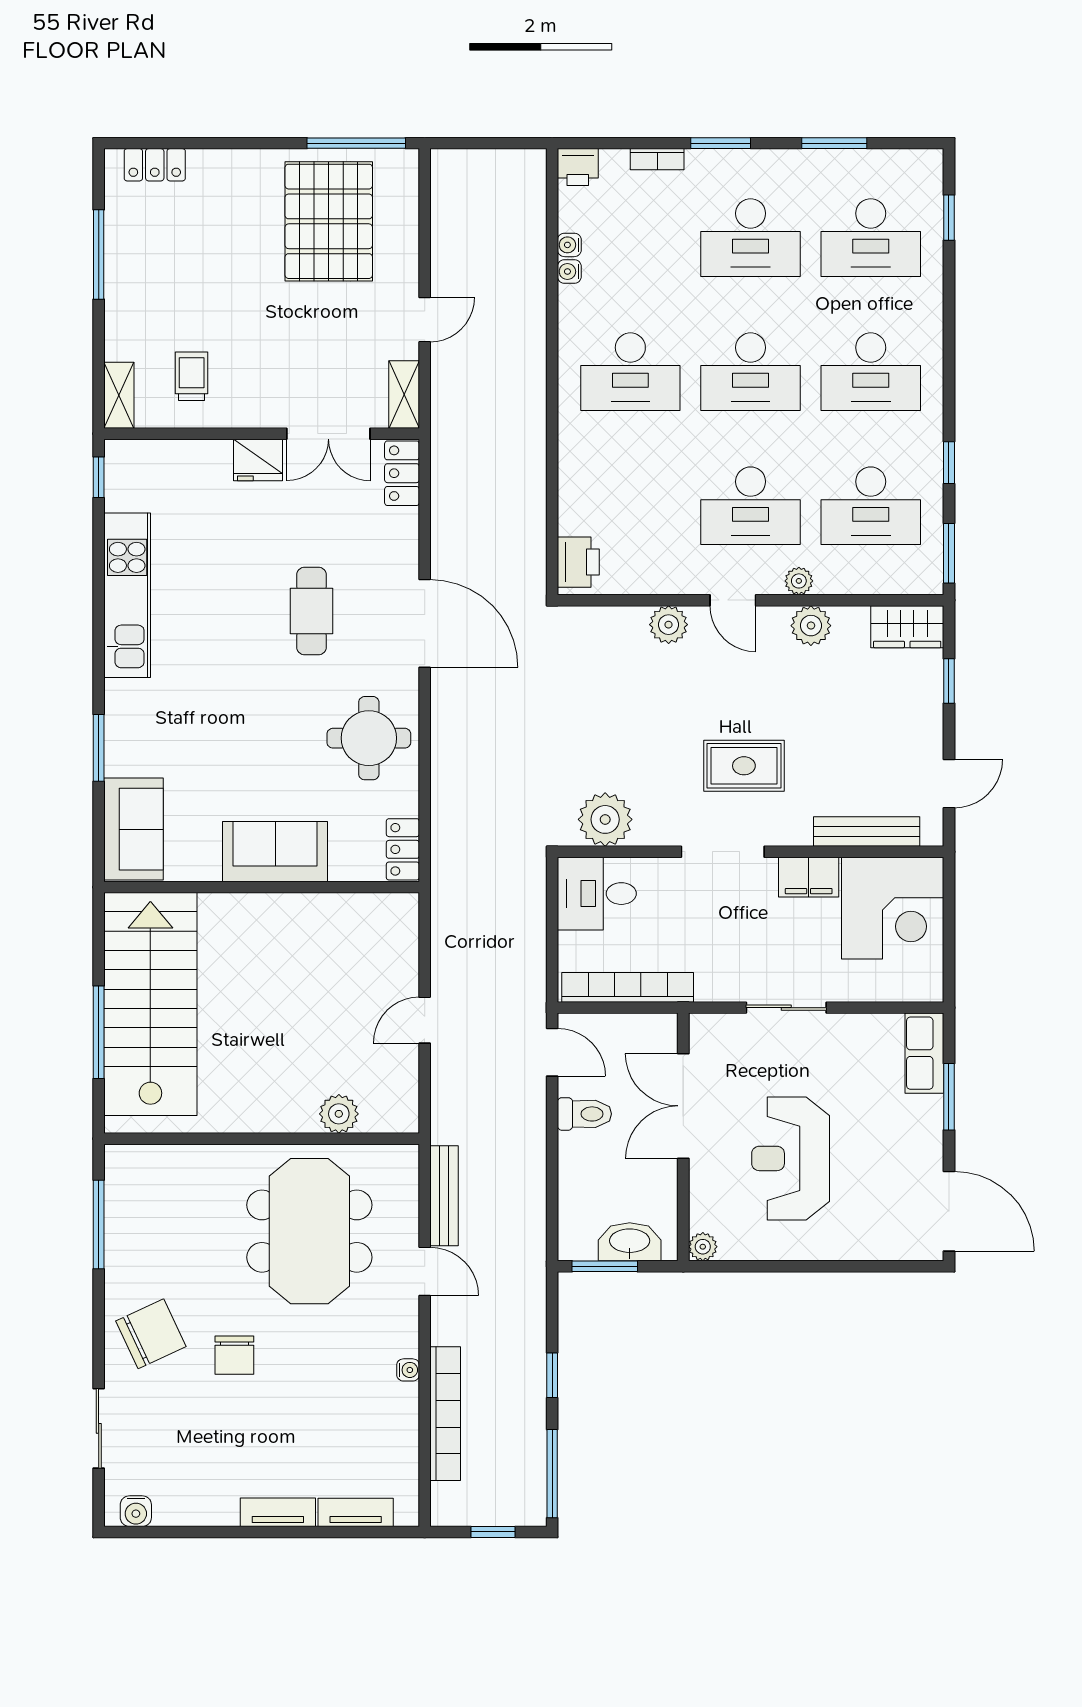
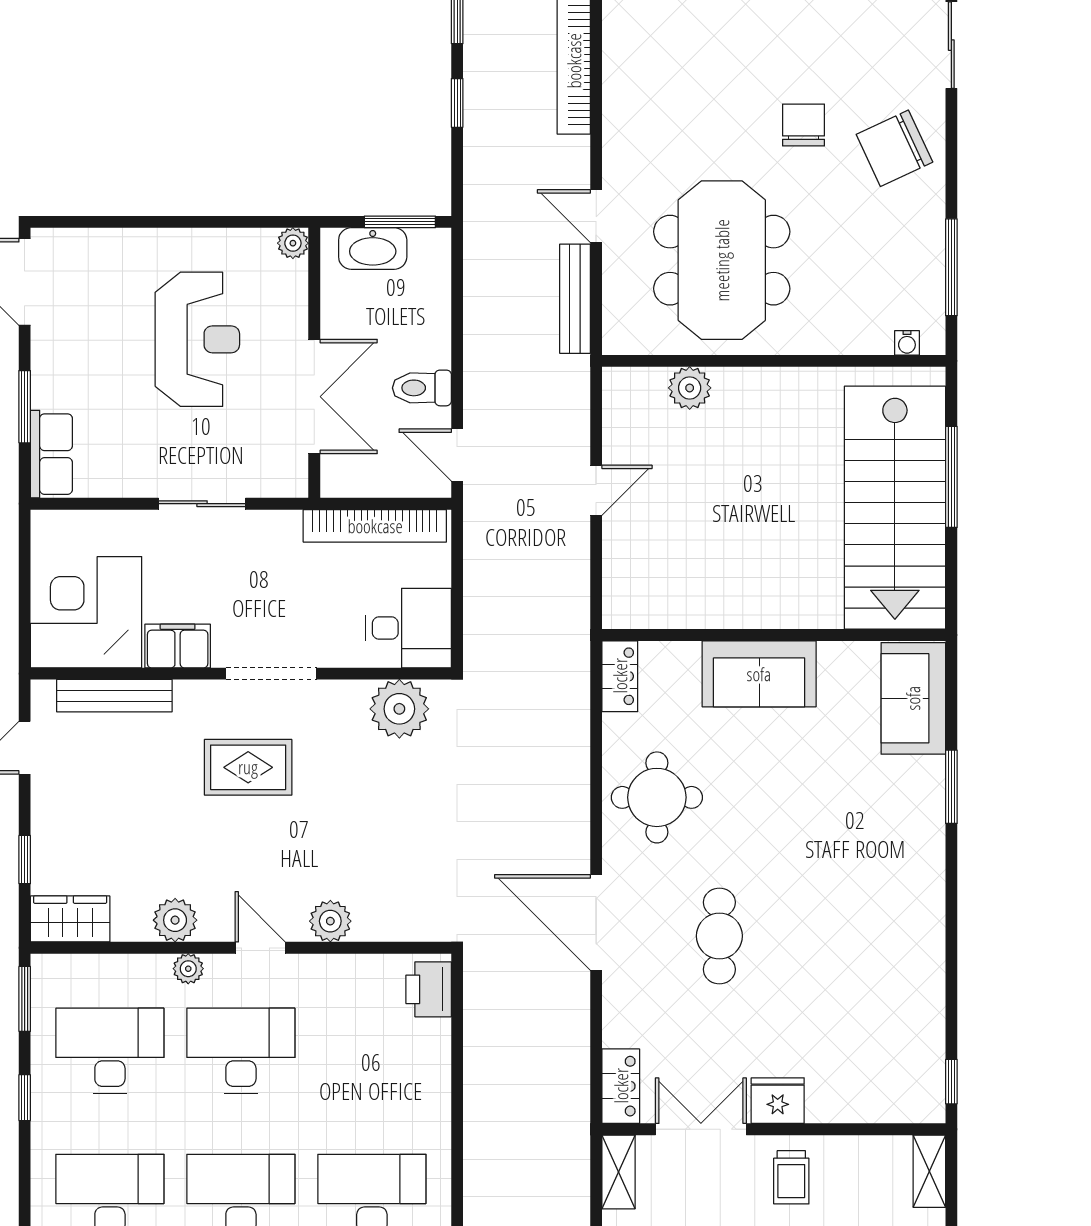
trolley: (192, 376) -> (791, 1177), moved
kitchen unit: (127, 595) -> (920, 953), removed
water cooler: (408, 1370) -> (907, 343), moved, turned -90

